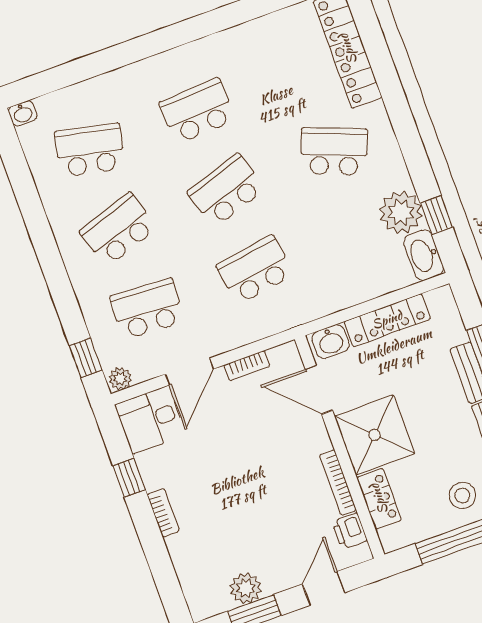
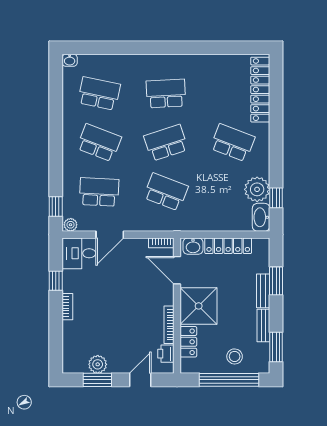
school desk: (119, 229) -> (99, 143), turned 39
school desk: (255, 270) -> (166, 192), turned 30
bookcase: (247, 366) -> (161, 243), moved

